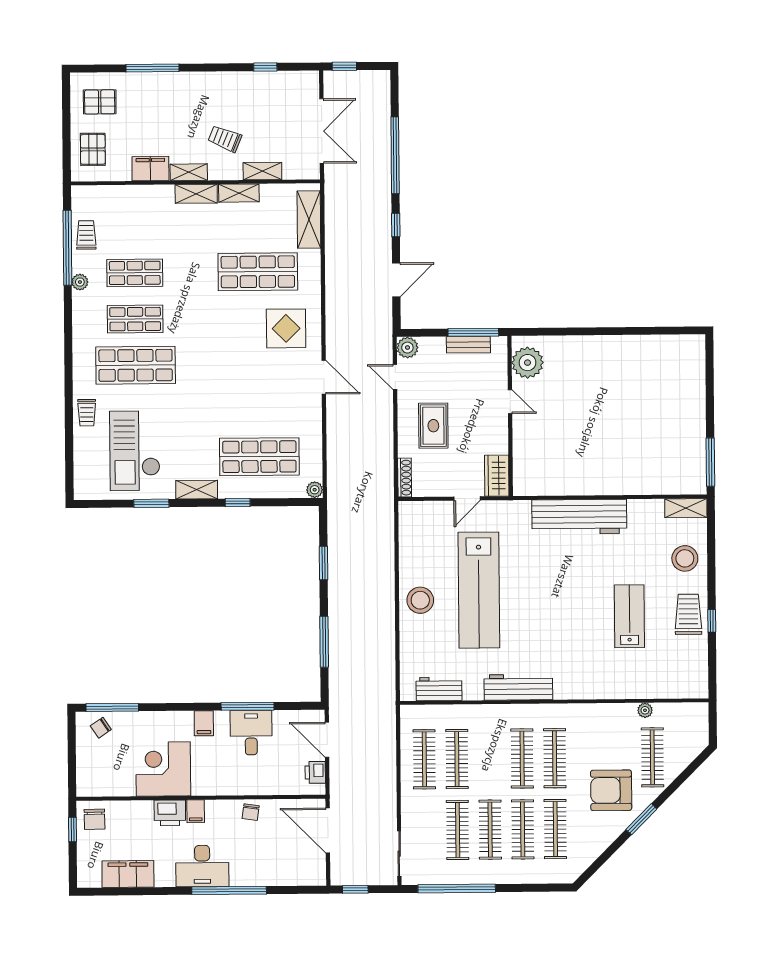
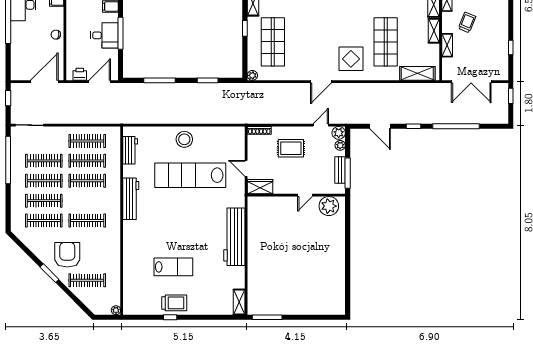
plant: (428, 345) -> (340, 145), added
stool: (685, 558) -> (208, 301), removed
plant: (645, 710) -> (116, 310), moved
clothes rail: (522, 758) -> (87, 181), moved

